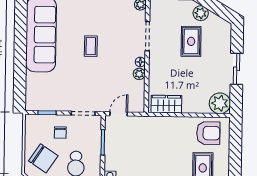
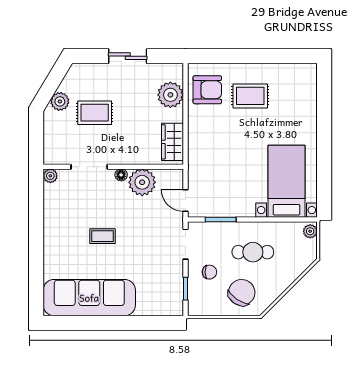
plant: (139, 74) -> (142, 182), width x1.88, depth x1.88
plant: (220, 103) -> (170, 95), moved
armchair: (208, 133) -> (207, 90), turned 90

